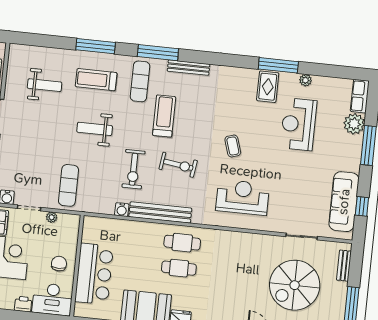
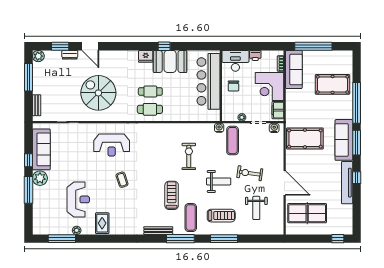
window: (278, 65) -> (62, 239), moved
weight bench: (45, 85) -> (256, 208), turned -90
row of seats: (360, 96) -> (38, 223), removed
treadmill: (164, 116) -> (172, 195), turned 180
plant: (354, 124) -> (40, 178), moved
exercise bike: (178, 165) -> (250, 173), moved
window: (362, 206) -> (29, 160), moved
water cooler: (122, 210) -> (219, 128), moved
bench: (160, 212) -> (167, 129), removed
bar counter: (94, 274) -> (208, 81), width x1.36
spiral stairs: (295, 285) -> (98, 93), moved, turned -90

